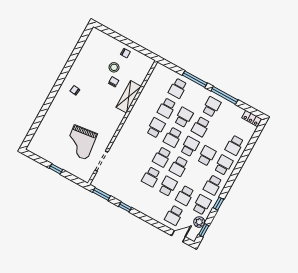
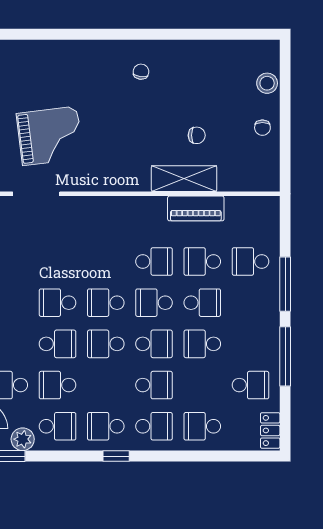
stool: (114, 67) -> (267, 83), moved
piano: (143, 99) -> (196, 208), added
school desk: (212, 107) -> (251, 385), moved
grand piano: (81, 142) -> (50, 136), turned 180
window: (218, 204) -> (116, 456), moved

